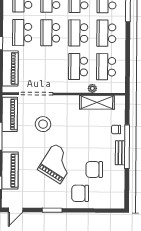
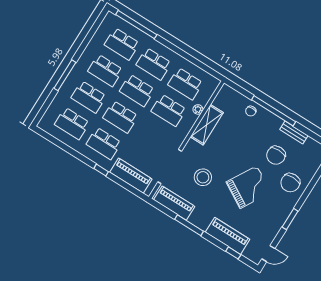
shelving: (97, 102) -> (207, 125), moved
bench: (120, 153) -> (294, 133), moved
grand piano: (57, 164) -> (249, 187), turned 88
door: (16, 210) -> (268, 254), hinge flipped

